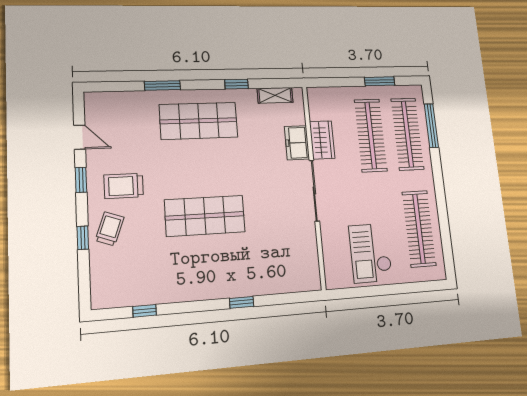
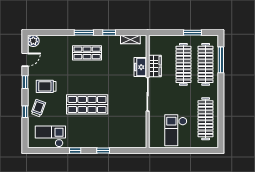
window: (162, 86) -> (84, 33), moved
plant: (95, 102) -> (33, 41), added
shop shelf: (199, 121) -> (87, 53), width x0.70, depth x0.74
door: (80, 137) -> (25, 60), hinge flipped
checkout: (136, 283) -> (50, 136), added
window: (145, 311) -> (75, 151), moved

